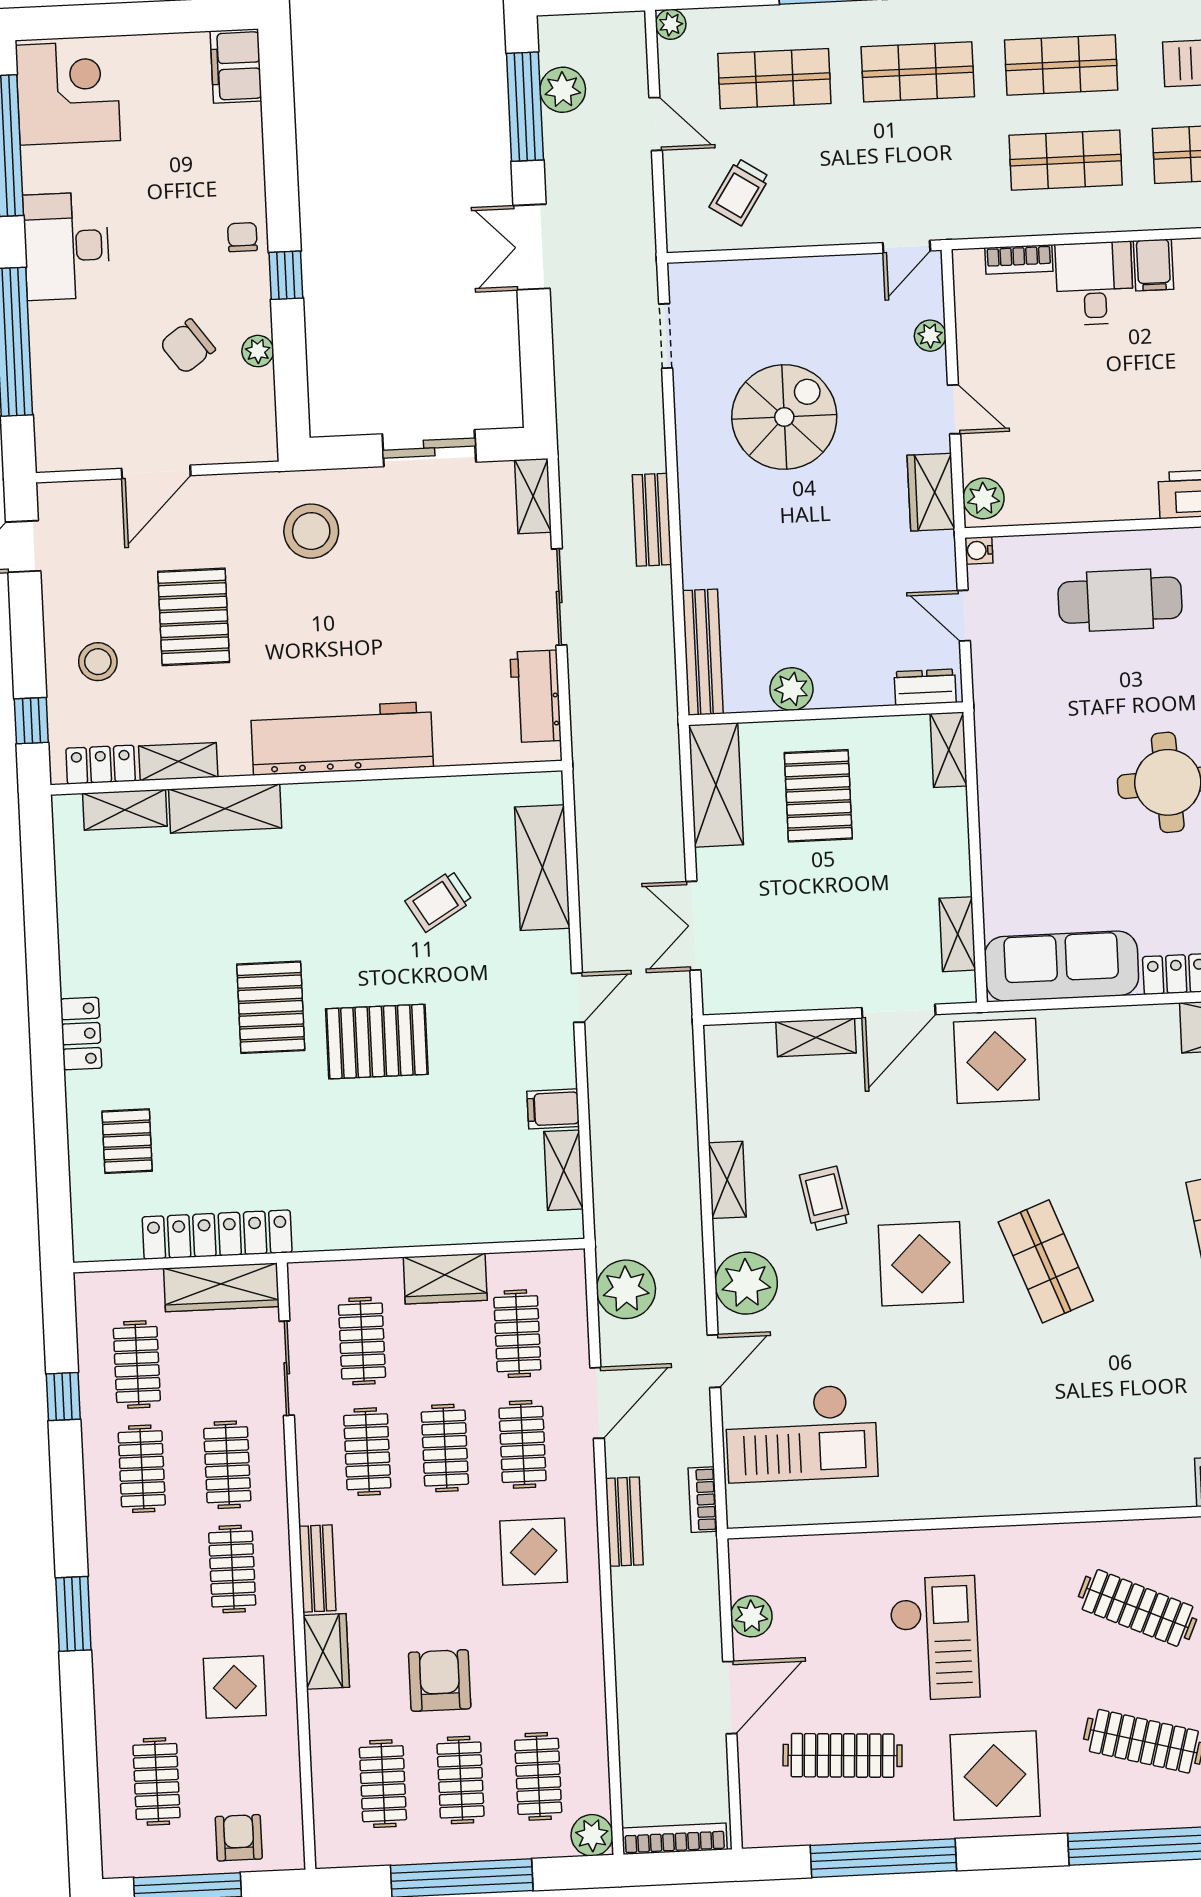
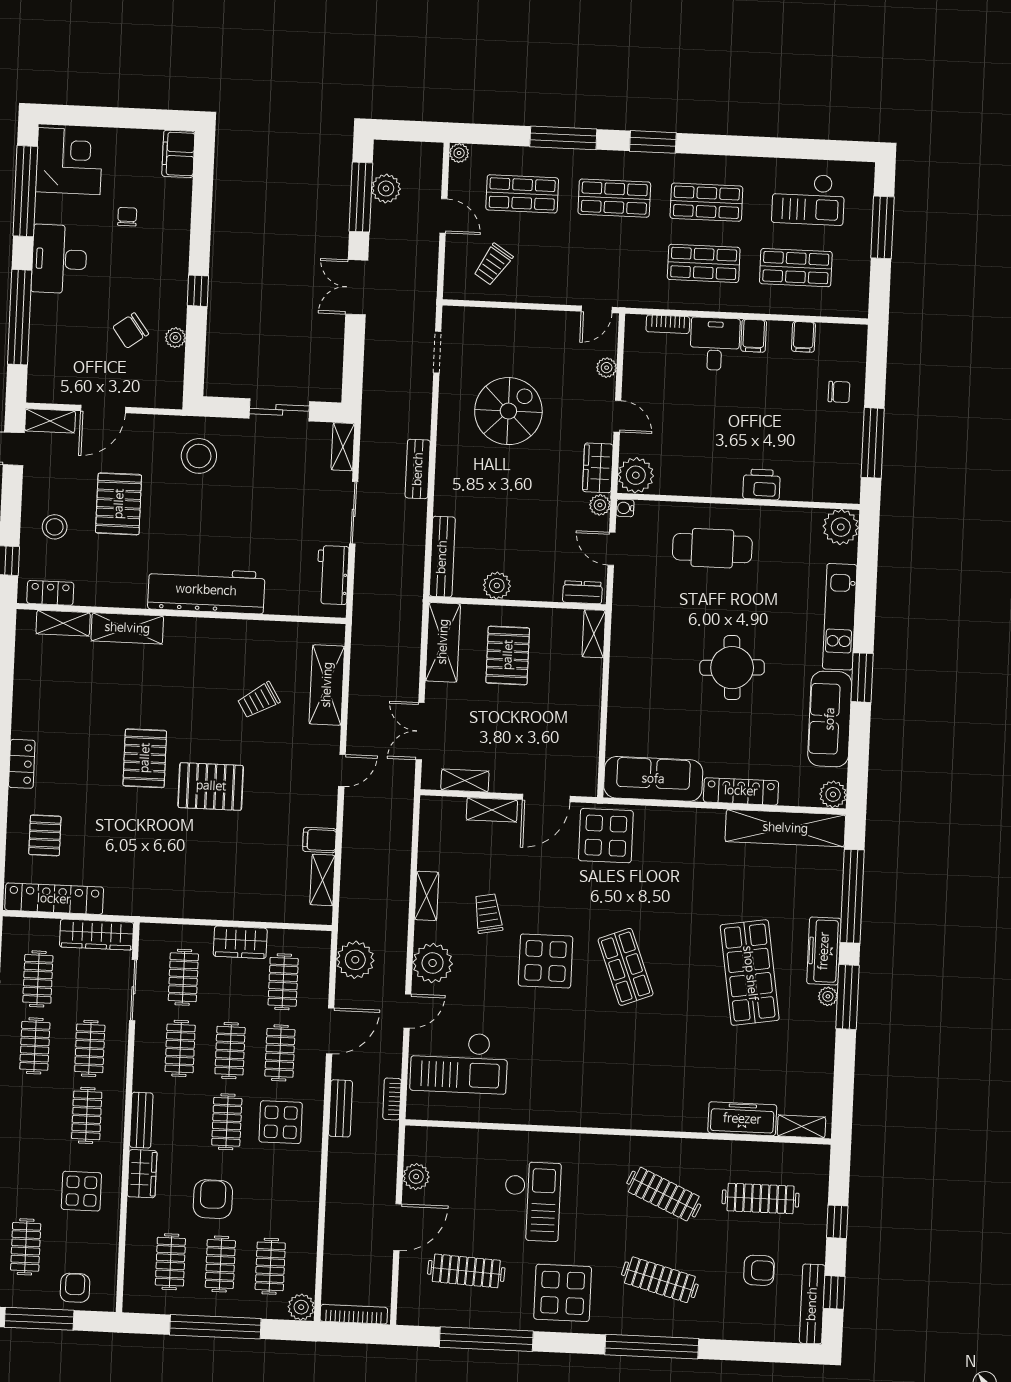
chair: (242, 237) -> (127, 217), moved
plant: (983, 498) -> (636, 475), width x1.36, depth x1.36
plant: (940, 549) -> (600, 505), added
shelving: (178, 762) -> (50, 421), moved
shelving: (957, 934) -> (465, 781), moved, turned 90
locker: (217, 1235) -> (54, 899), moved
clothes rail: (450, 1559) -> (227, 1122), added

